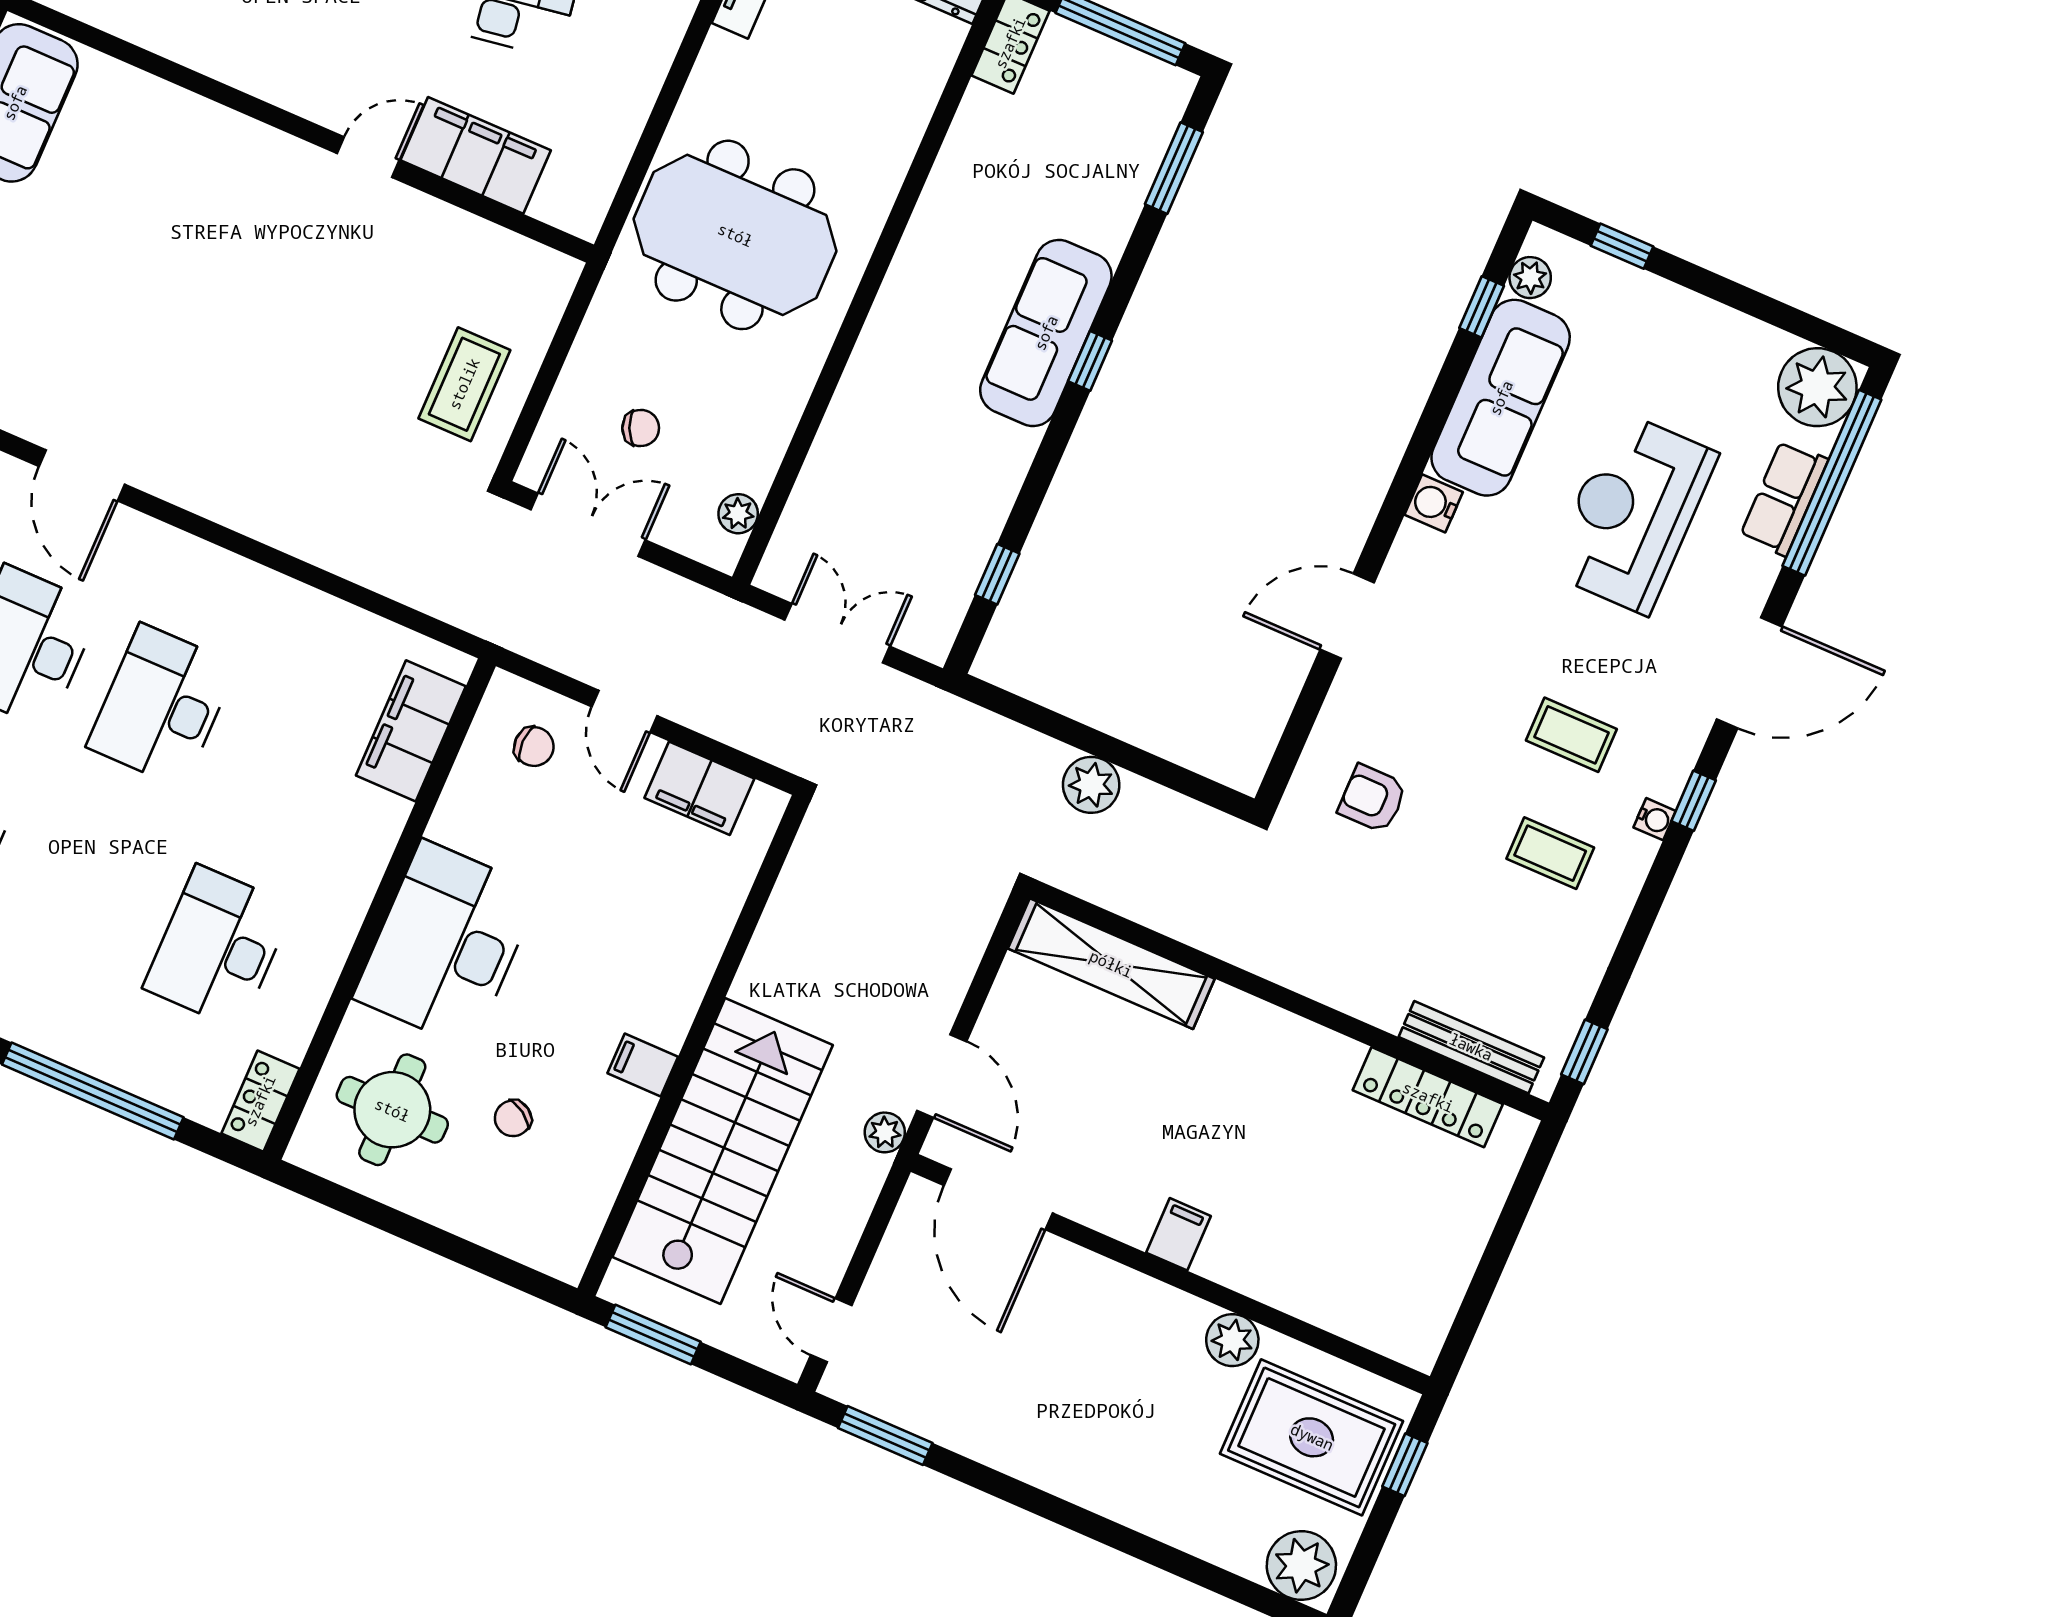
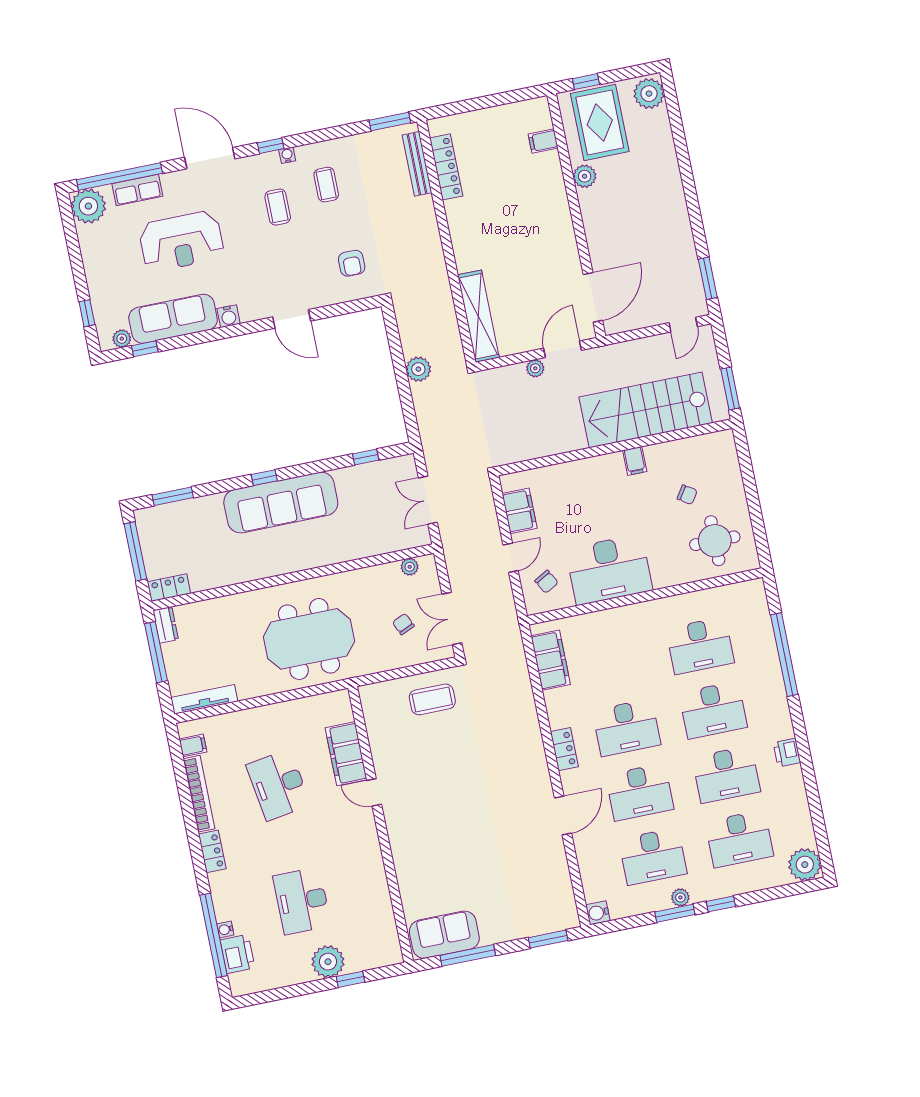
meeting table: (735, 235) -> (309, 639), turned 90
sofa: (1046, 333) -> (281, 502), width x1.36, depth x1.27
filing cabinet: (411, 731) -> (551, 660), moved, turned -90
chair: (534, 747) -> (546, 582), turned 151
desk: (83, 888) -> (713, 710), added
desk: (447, 944) -> (609, 570), moved
window: (1584, 1052) -> (390, 121), width x1.50
locker: (260, 1101) -> (564, 749), moved, turned -90
plant: (885, 1132) -> (535, 368), moved
filing cabinet: (1178, 1234) -> (543, 141), moved

